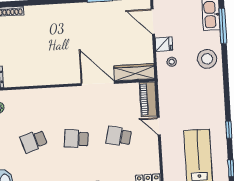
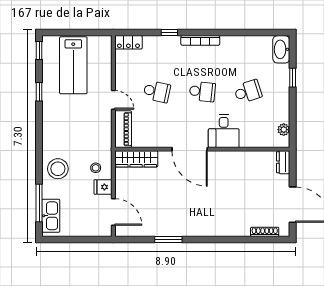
door: (98, 84) -> (190, 149), moved
desk: (54, 103) -> (224, 131), added

